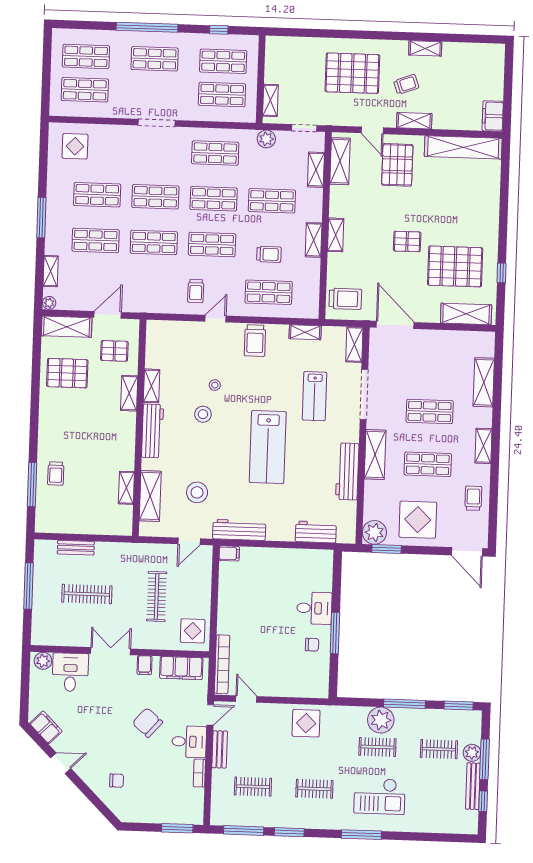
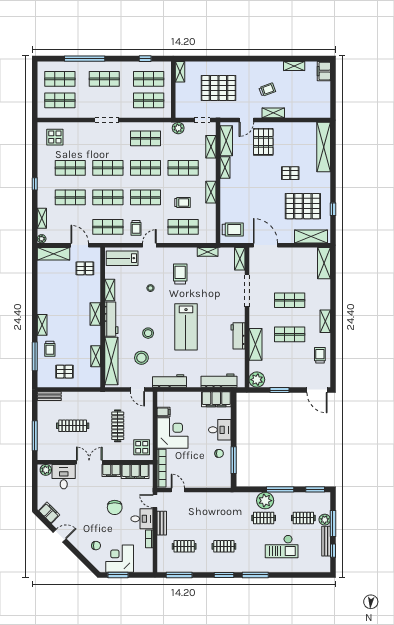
window: (147, 27) -> (85, 59), moved
shelving: (425, 48) -> (294, 66), moved
pallet: (352, 73) -> (219, 88), moved
shelving: (270, 100) -> (180, 72), moved
filing cabinet: (493, 116) -> (324, 71), moved
door: (372, 130) -> (246, 120), hinge flipped
shelving: (463, 147) -> (324, 147), moved, turned 90
window: (41, 218) -> (35, 184), width x0.46
shelving: (336, 235) -> (225, 167), moved
pallet: (407, 241) -> (290, 173), moved
shop shelf: (152, 288) -> (108, 227), added
door: (108, 315) -> (80, 245), hinge flipped
trolley: (255, 341) -> (180, 274), moved, turned 180
pallet: (67, 373) -> (64, 372), moved, width x0.67, depth x0.71
shelving: (484, 382) -> (324, 263), moved
shelving: (129, 393) -> (95, 314), moved
lab bench: (314, 396) -> (122, 258), moved, turned 90
stool: (203, 414) -> (148, 333), moved
shelving: (45, 436) -> (42, 325), added
shelving: (375, 455) -> (255, 344), moved
workbench: (347, 471) -> (238, 336), width x0.73
shelving: (150, 496) -> (111, 361), width x1.47
display table: (418, 520) -> (285, 370), removed
workbench: (316, 532) -> (219, 381), width x1.37
door: (189, 541) -> (137, 389), hinge flipped
bench: (76, 548) -> (49, 396), moved
window: (387, 549) -> (279, 390), moved
filing cabinet: (229, 553) -> (164, 412), moved
filing cabinet: (311, 561) -> (216, 399), added
window: (28, 586) -> (35, 436), moved
corner desk: (241, 610) -> (172, 433), added
window: (335, 633) -> (234, 460), moved
filing cabinet: (144, 665) -> (111, 470), width x2.00
door: (210, 715) -> (155, 501), swing flipped
chair: (148, 723) -> (115, 507), turned -131
display table: (306, 723) -> (217, 504), removed
checkout: (380, 796) -> (282, 546), moved
corner desk: (152, 802) -> (120, 559), added
window: (177, 828) -> (118, 575), moved
window: (289, 832) -> (224, 575), moved

